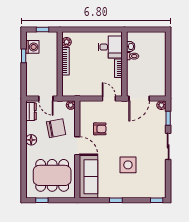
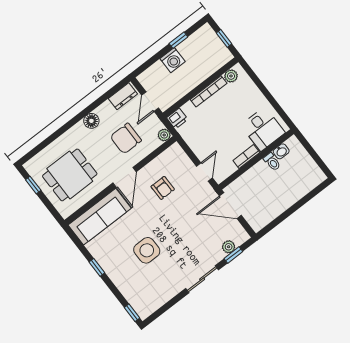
washing machine: (32, 47) -> (173, 60), moved
printer: (67, 91) -> (177, 119), added
plant: (161, 105) -> (229, 247), moved
chair: (56, 128) -> (126, 139), turned 101
dining table: (52, 175) -> (70, 175), width x0.73

